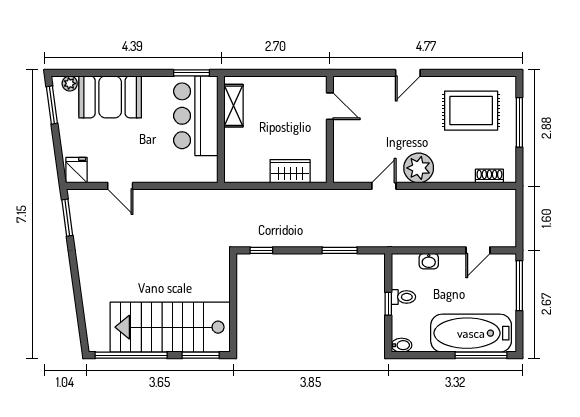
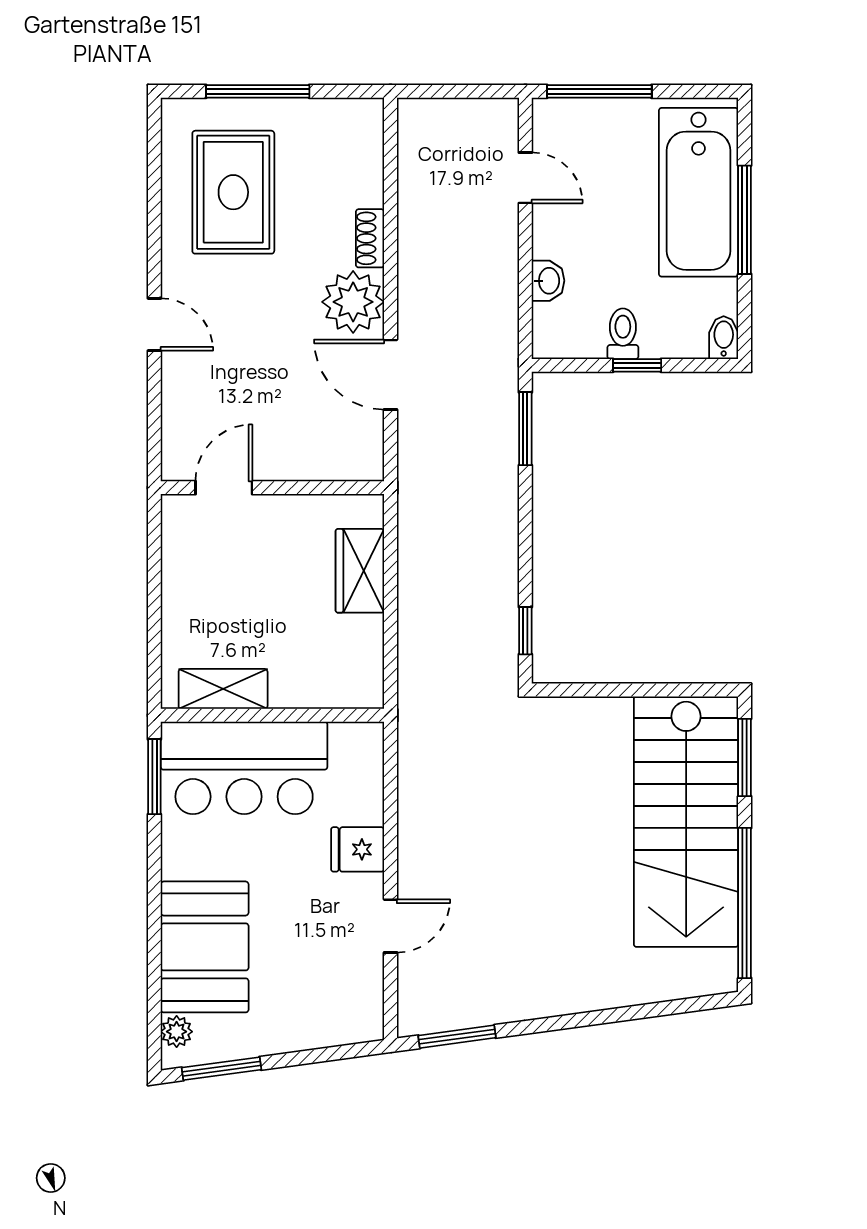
fridge: (77, 170) -> (358, 849), moved
shoe rack: (489, 176) -> (370, 238), moved
door: (384, 186) -> (390, 375), width x1.38
window: (340, 250) -> (525, 429), moved
window: (481, 355) -> (745, 220), moved

